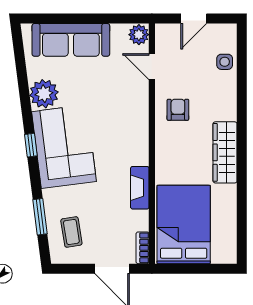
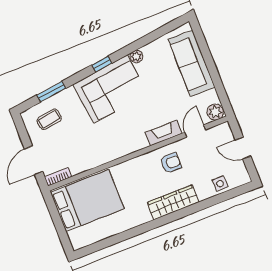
plant: (44, 94) -> (136, 57), width x0.53, depth x0.53
wardrobe: (225, 152) -> (173, 202), moved
fireplace: (140, 188) -> (164, 133), moved

